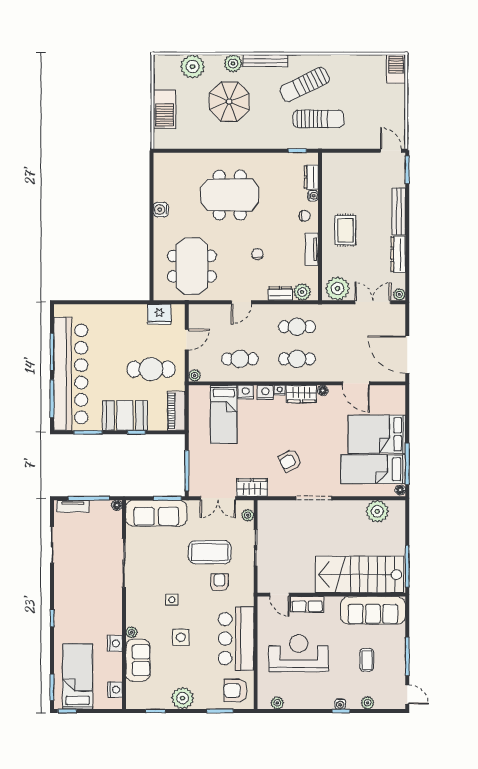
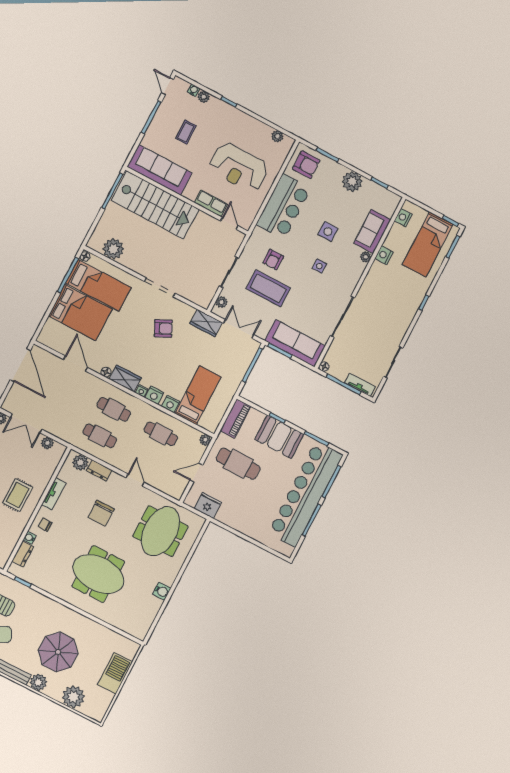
chair: (257, 254) -> (101, 513), width x1.87, depth x1.87
plant: (337, 288) -> (47, 443), width x0.53, depth x0.53
door: (241, 302) -> (135, 480), hinge flipped
water cooler: (340, 704) -> (194, 90), moved

